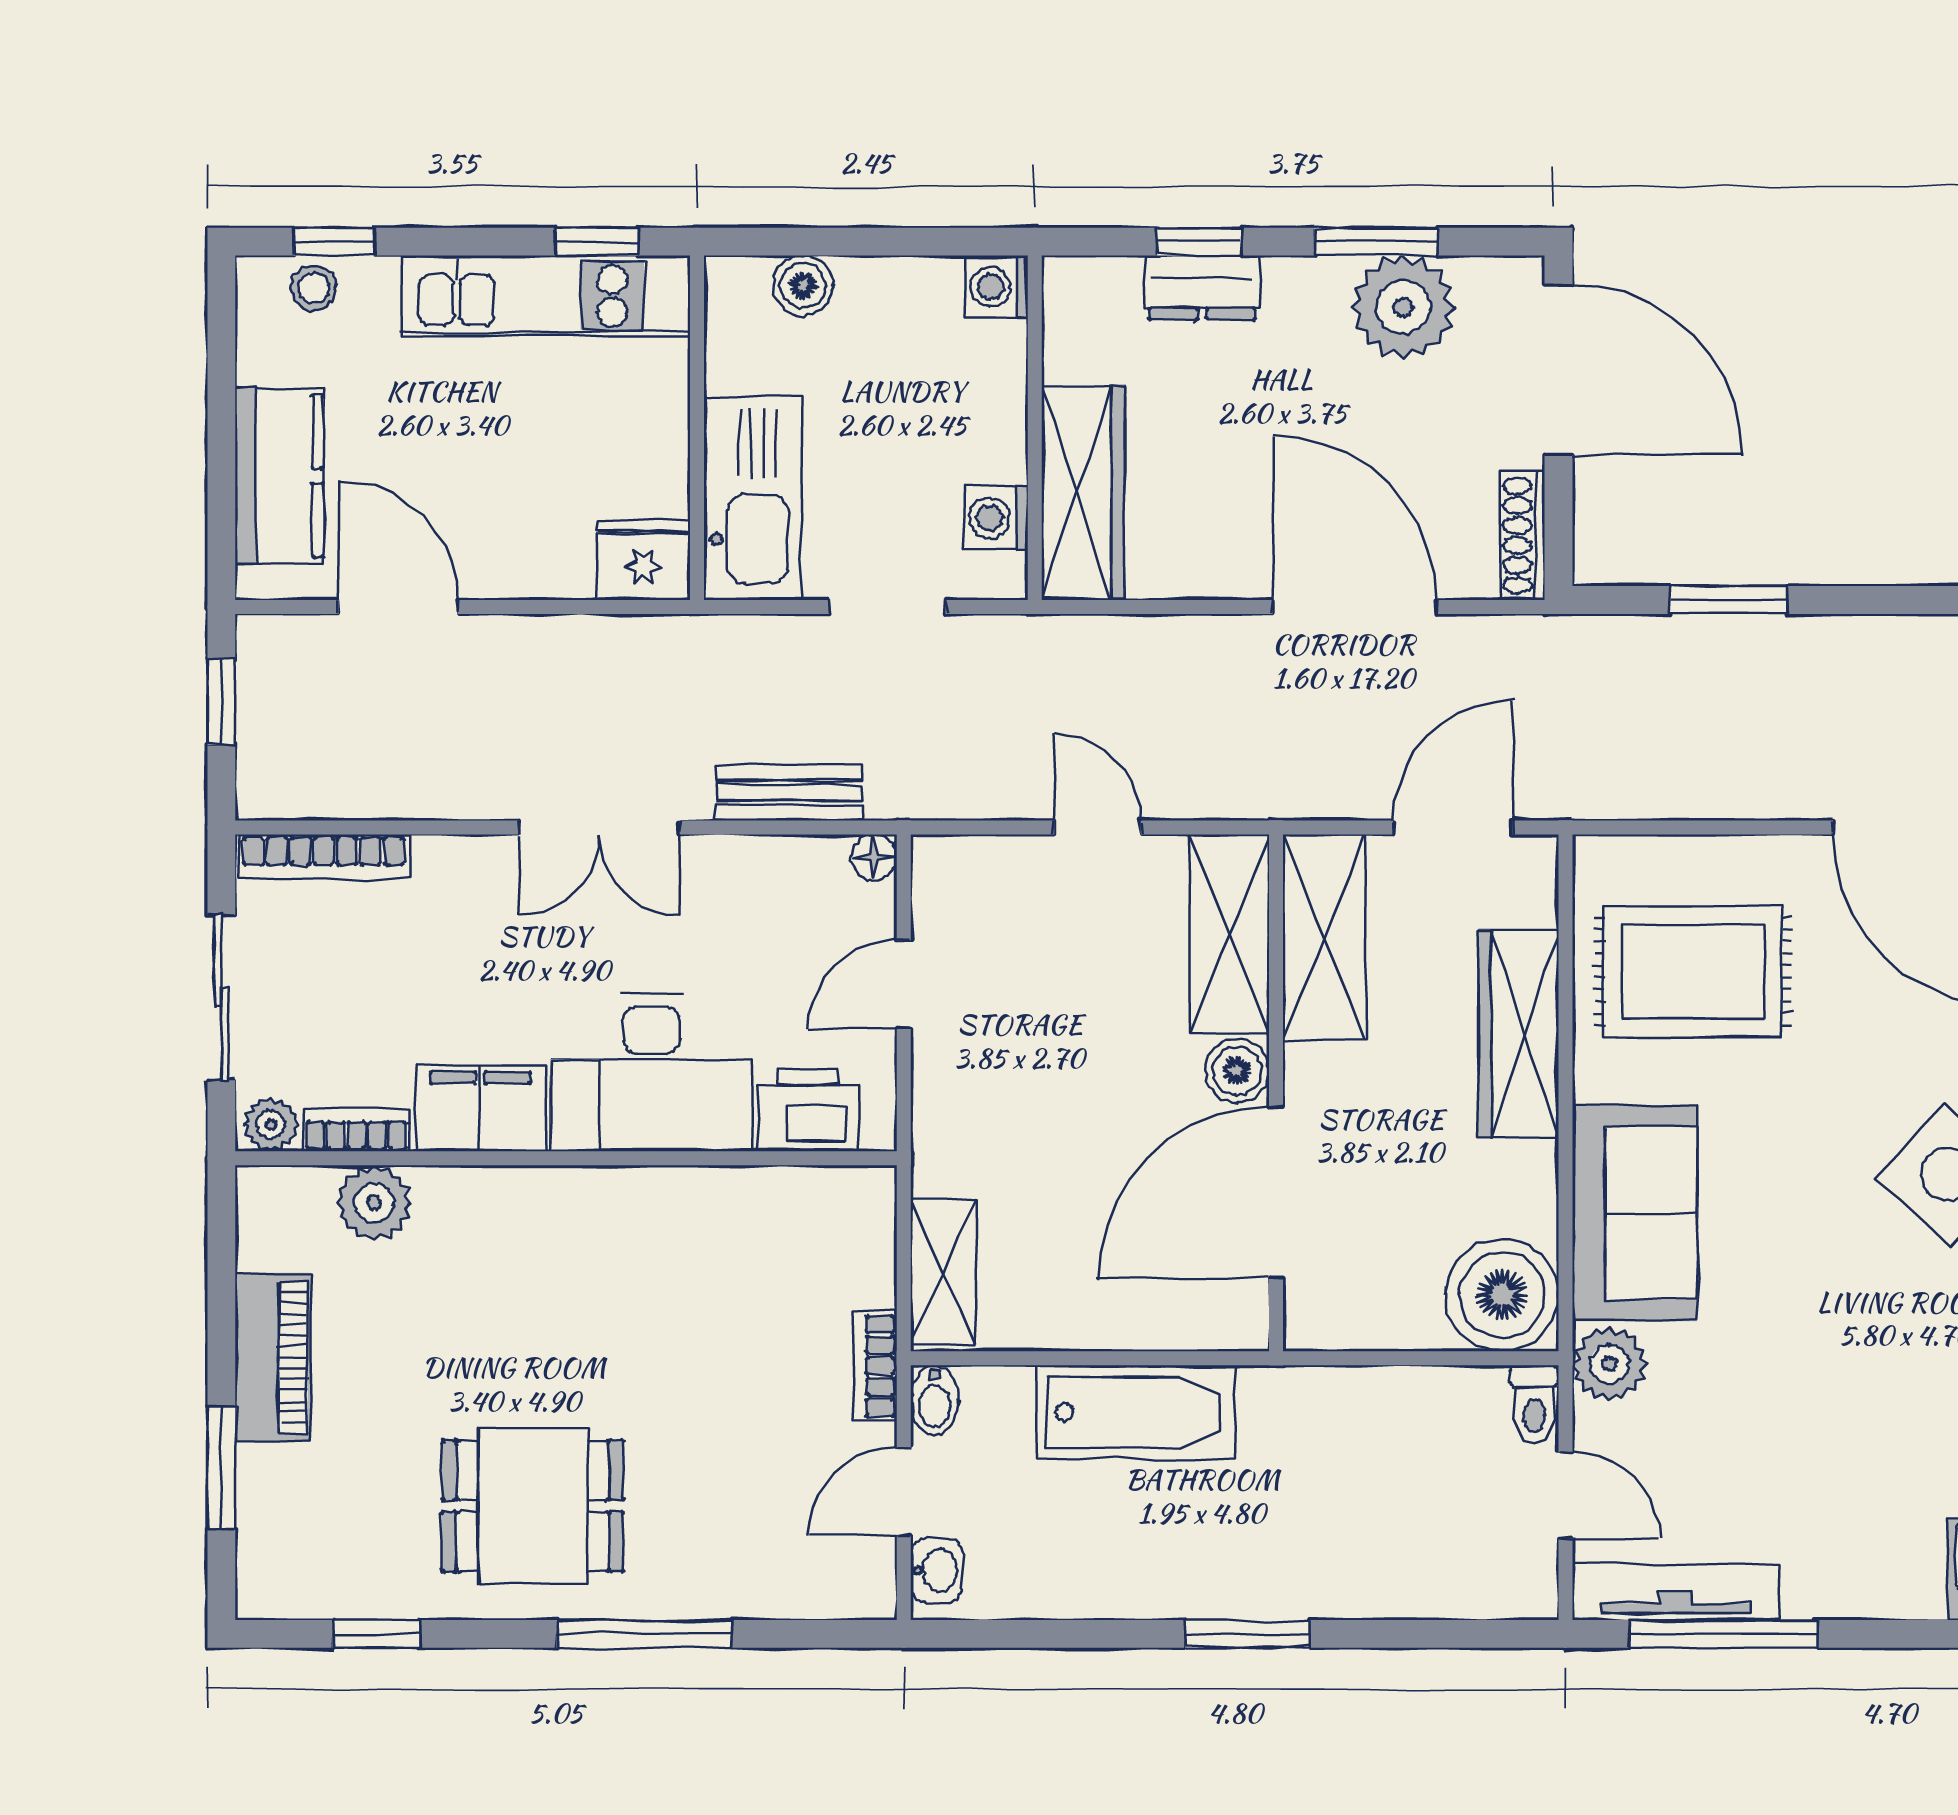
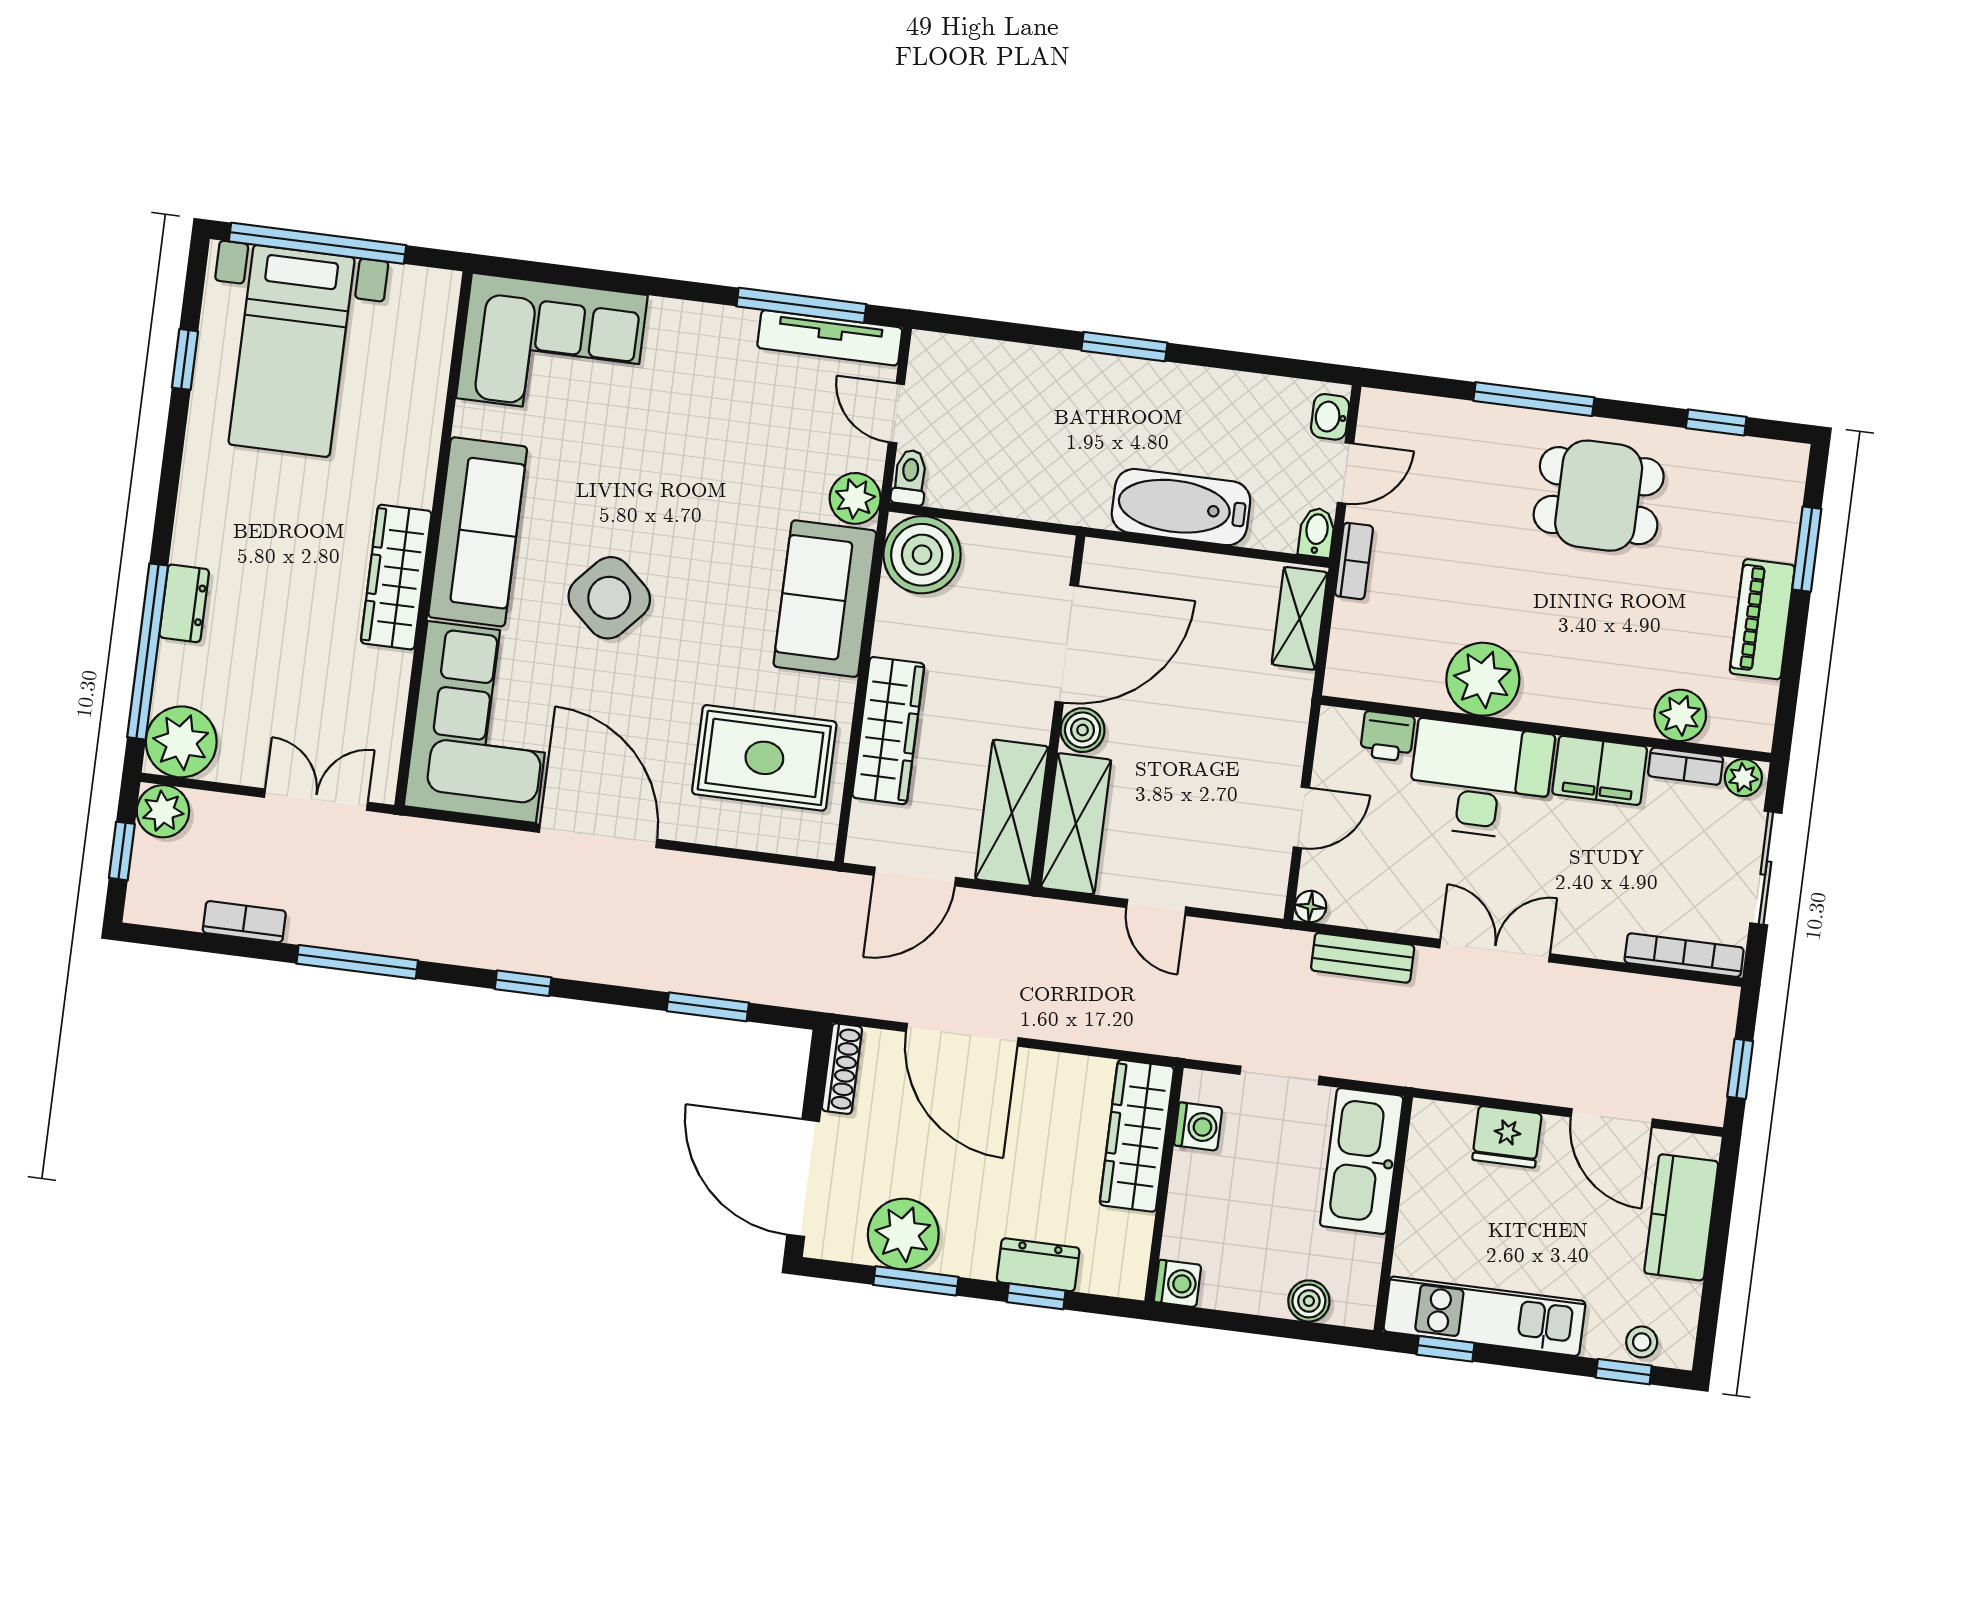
fridge: (644, 560) -> (1507, 1137), moved
printer: (808, 1110) -> (1387, 736), width x0.73, depth x0.81
plant: (666, 1219) -> (1483, 679), added

